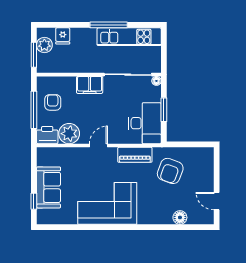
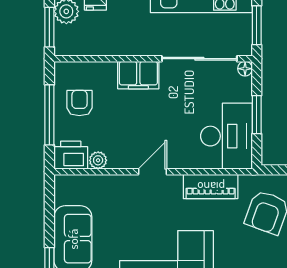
window: (164, 54) -> (257, 25), added
plant: (69, 134) -> (98, 160), width x0.53, depth x0.53

